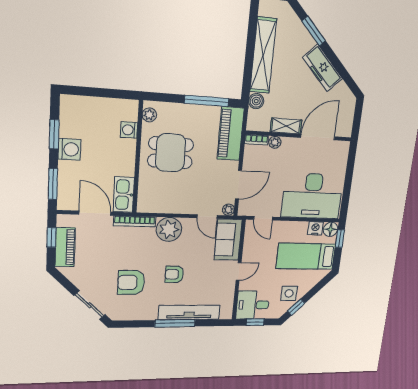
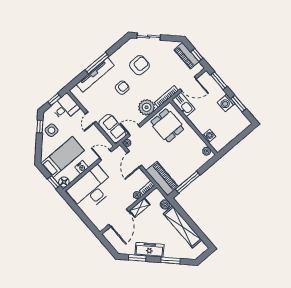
window: (343, 73) -> (137, 258), added
dining table: (171, 153) -> (167, 125), moved, turned 90
nightstand: (315, 228) -> (82, 167), moved

